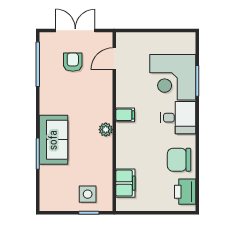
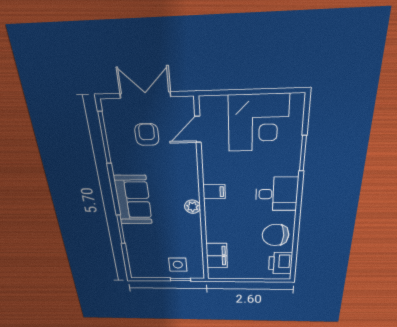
corner desk: (173, 77) -> (258, 123), moved, turned -90
sofa: (53, 140) -> (133, 200), moved

